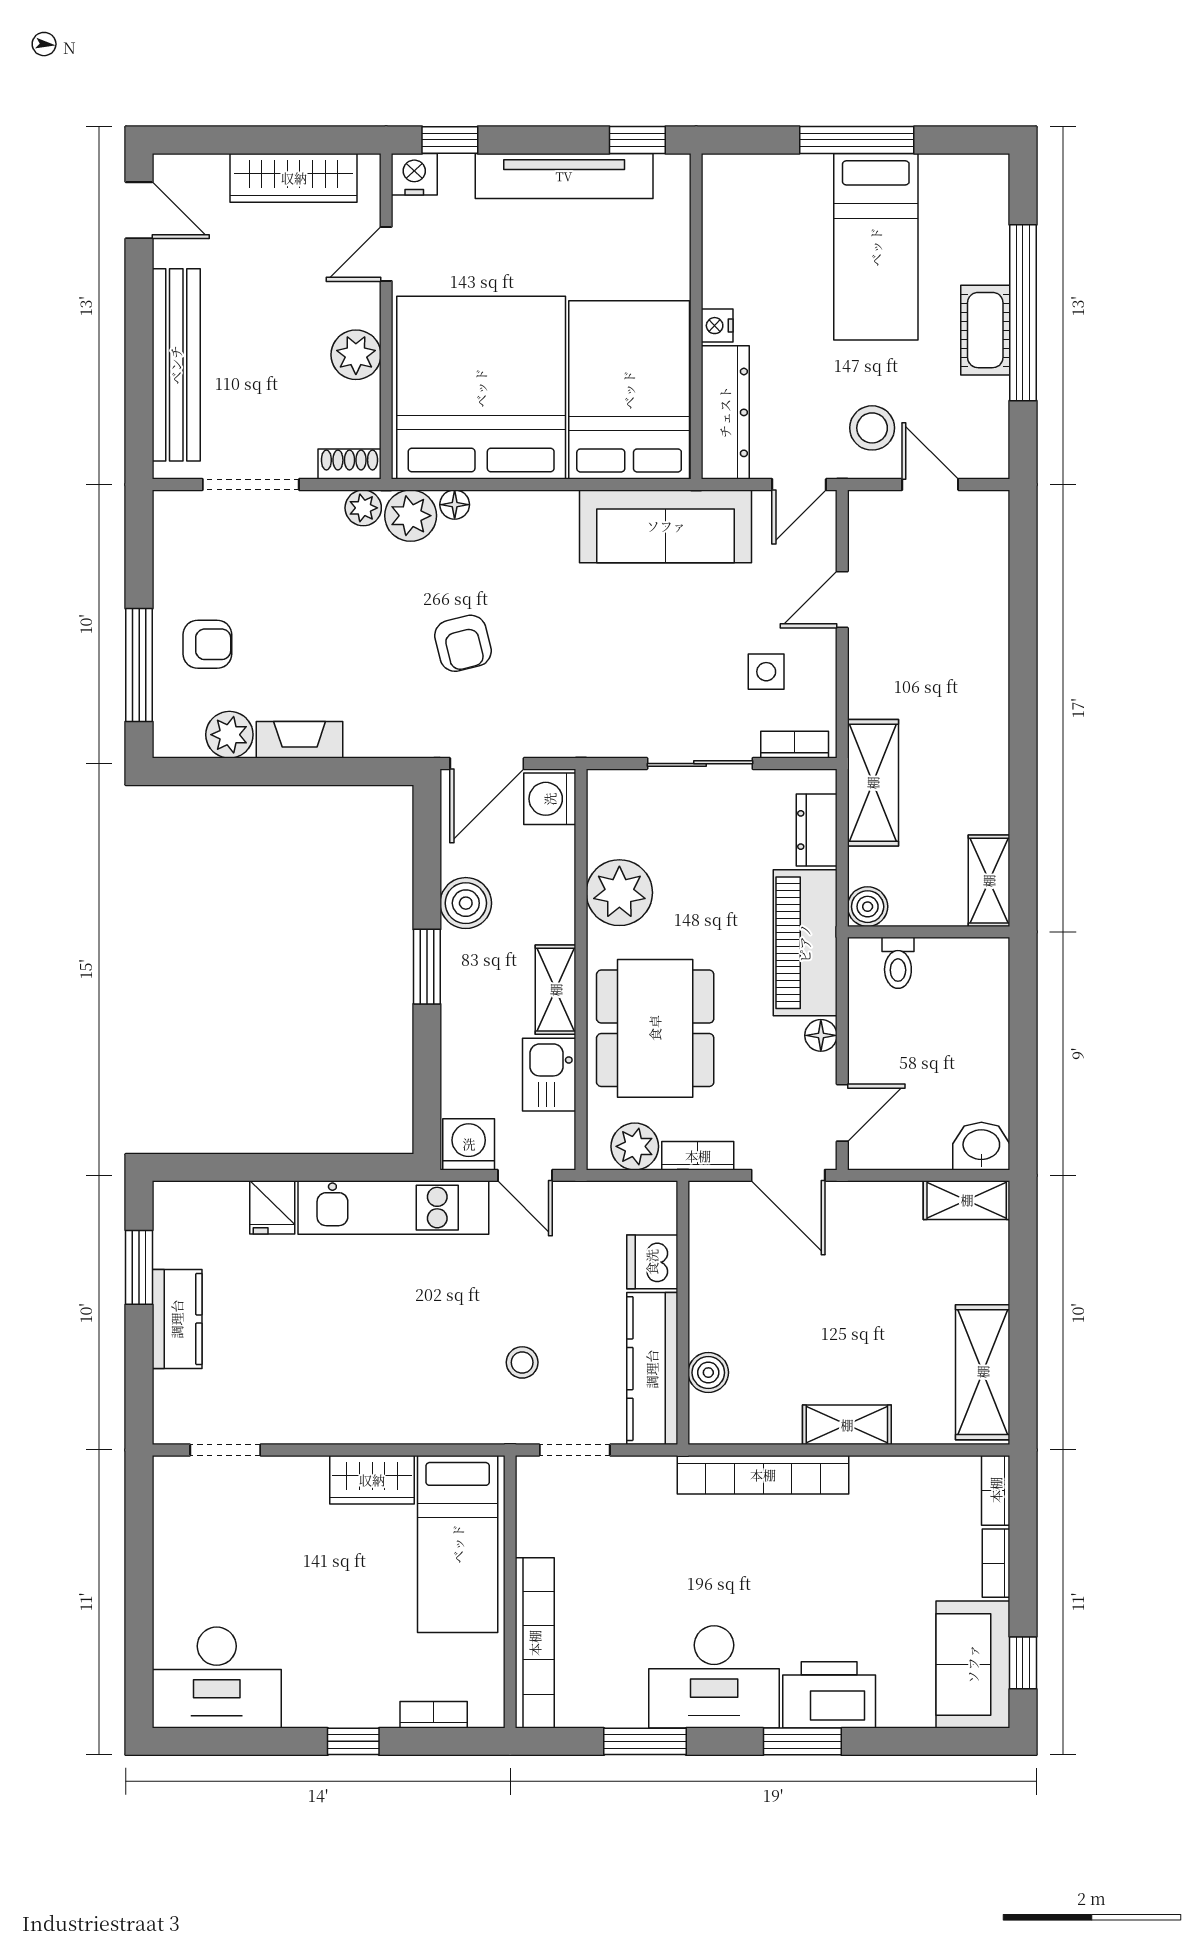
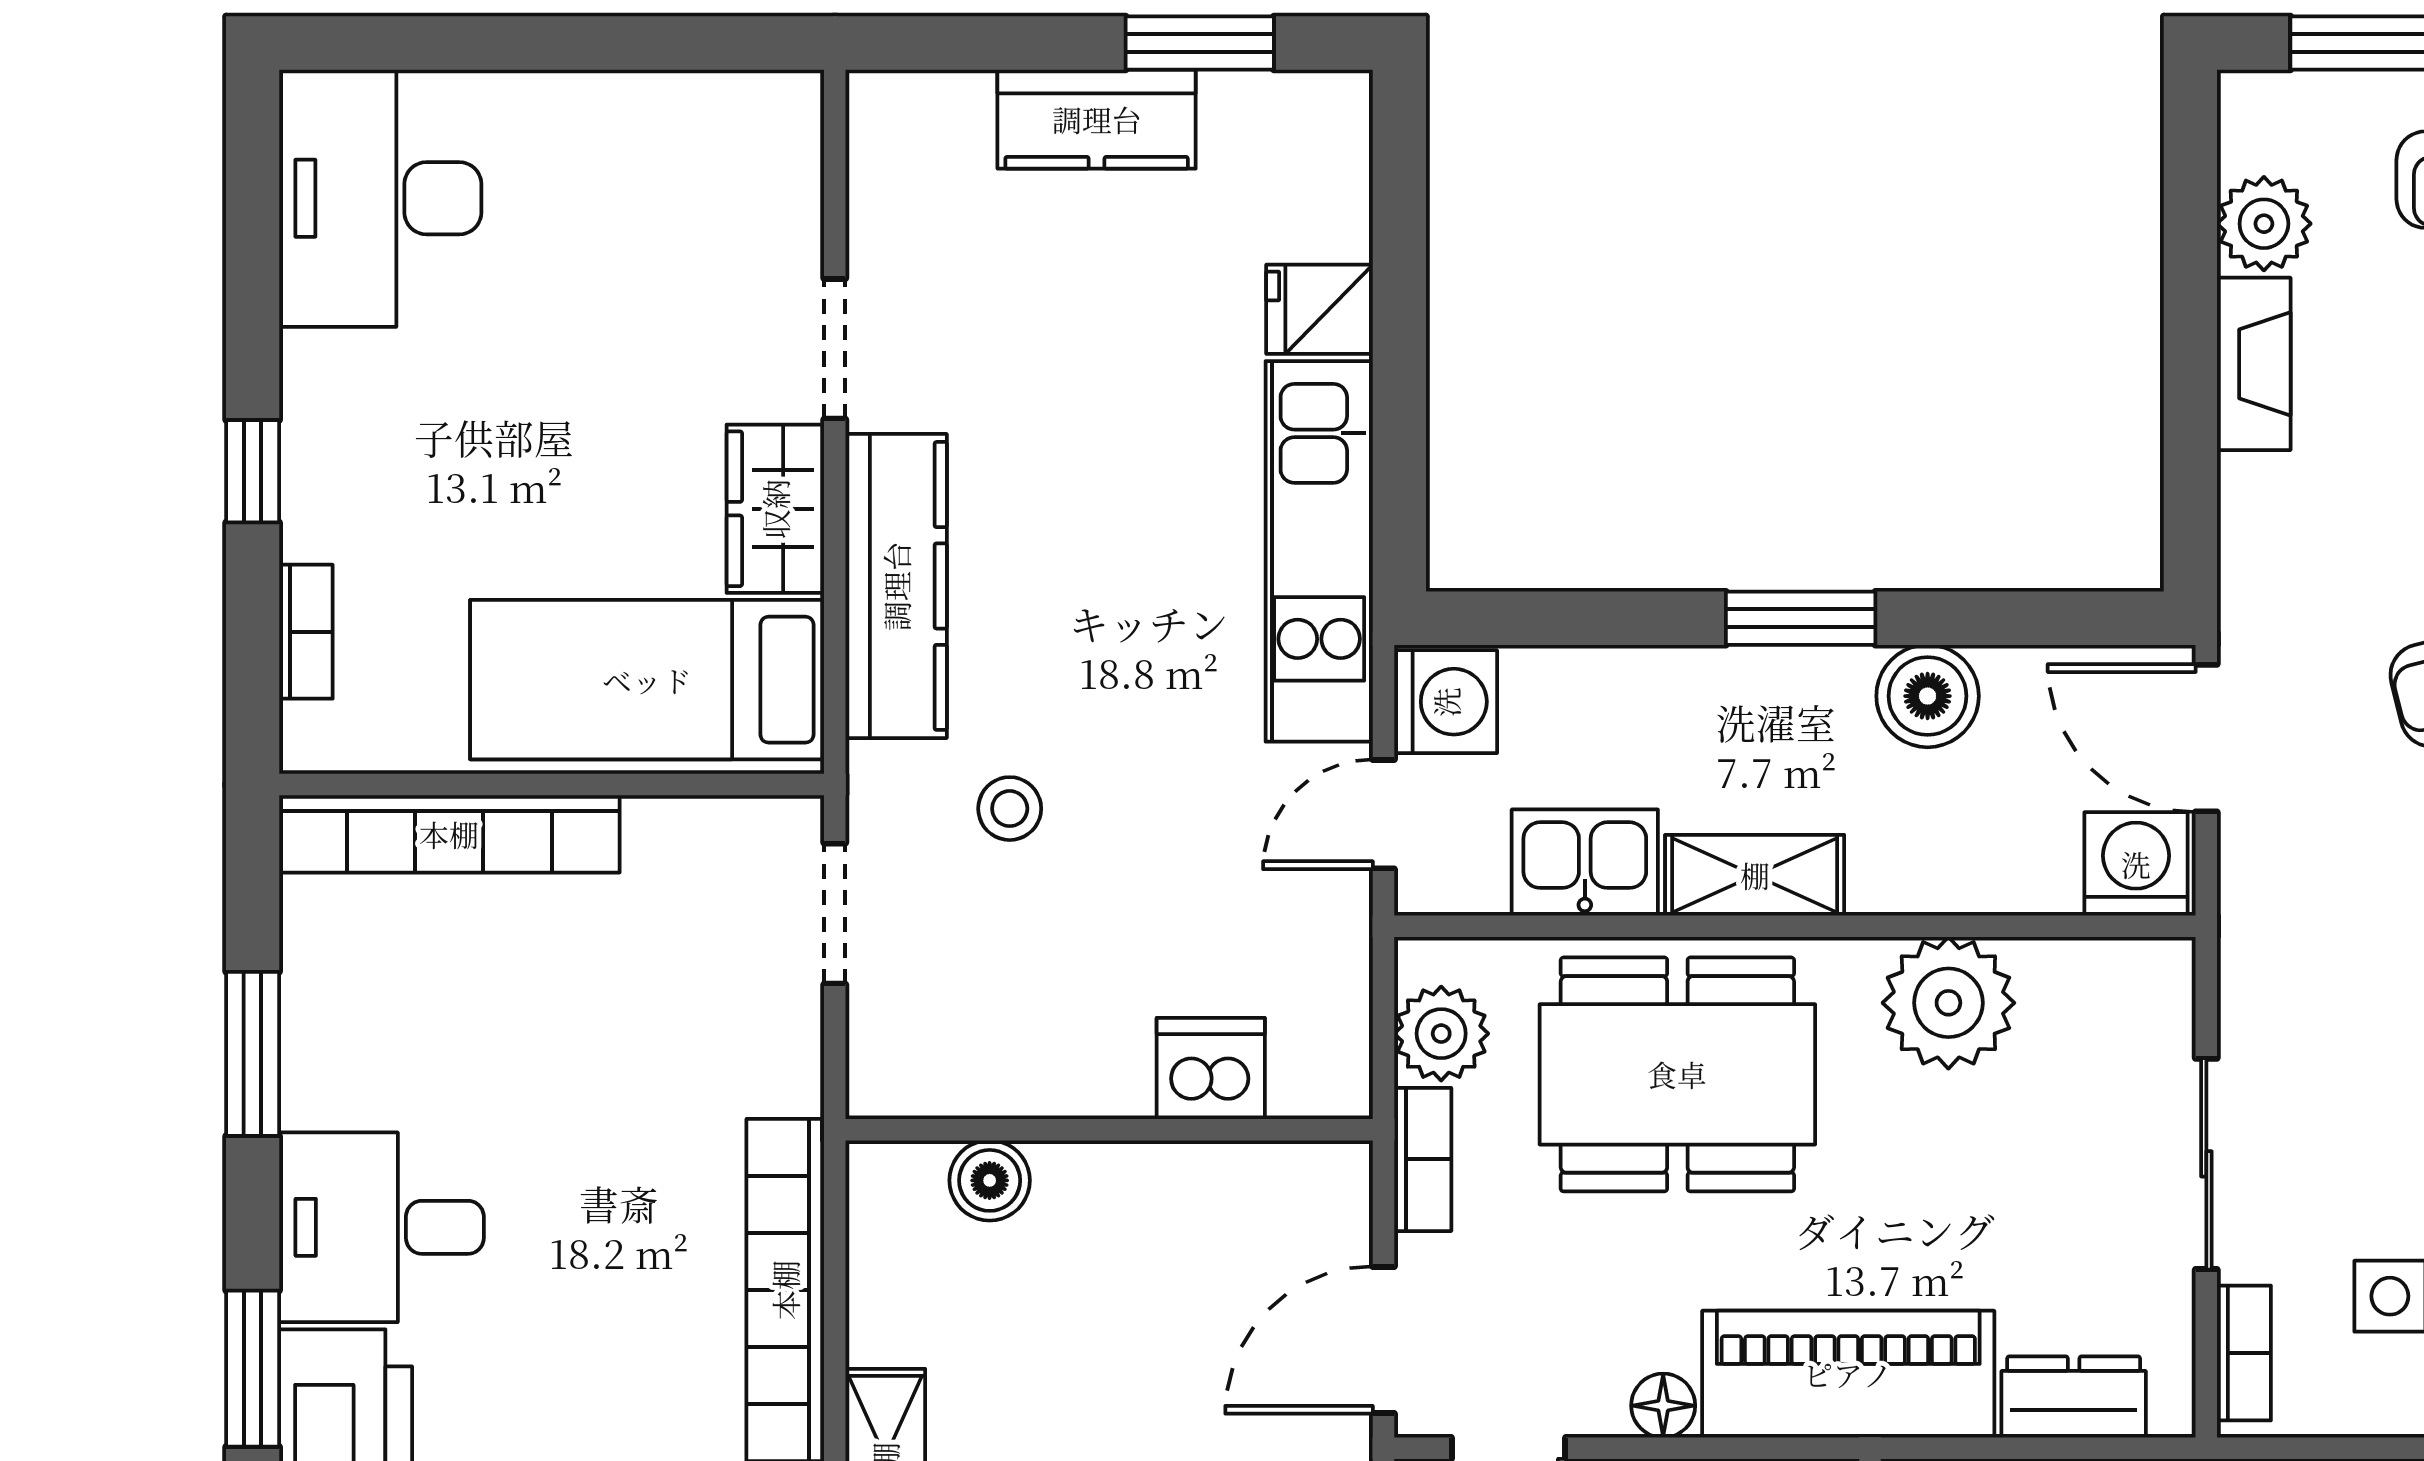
kitchen counter: (652, 1369) -> (896, 586), moved, turned 90
doorway: (225, 1450) -> (835, 349), moved
desk: (714, 1677) -> (381, 1227), width x0.73

